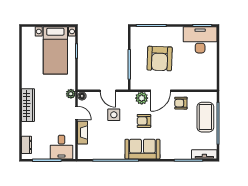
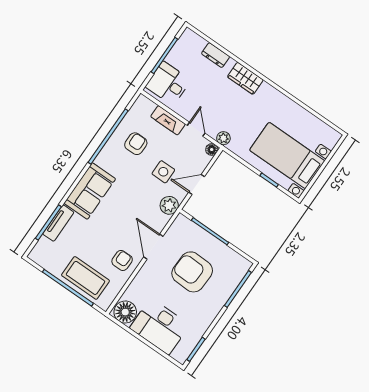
desk: (200, 40) -> (160, 326), moved, turned 90
floor lamp: (209, 81) -> (125, 312), added
plant: (142, 98) -> (169, 205), moved
wardrobe: (28, 105) -> (245, 78), width x0.67
door: (77, 113) -> (196, 129), swing flipped
armchair: (144, 121) -> (136, 144), moved
dresser: (26, 145) -> (216, 55), moved
sofa: (142, 149) -> (90, 191), moved
tv unit: (204, 154) -> (58, 223), moved

